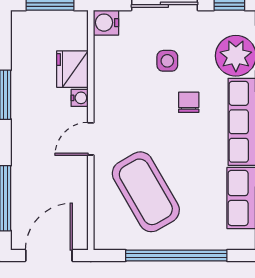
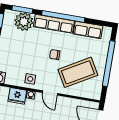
side table: (167, 61) -> (30, 79), moved
chair: (189, 102) -> (55, 55), moved

